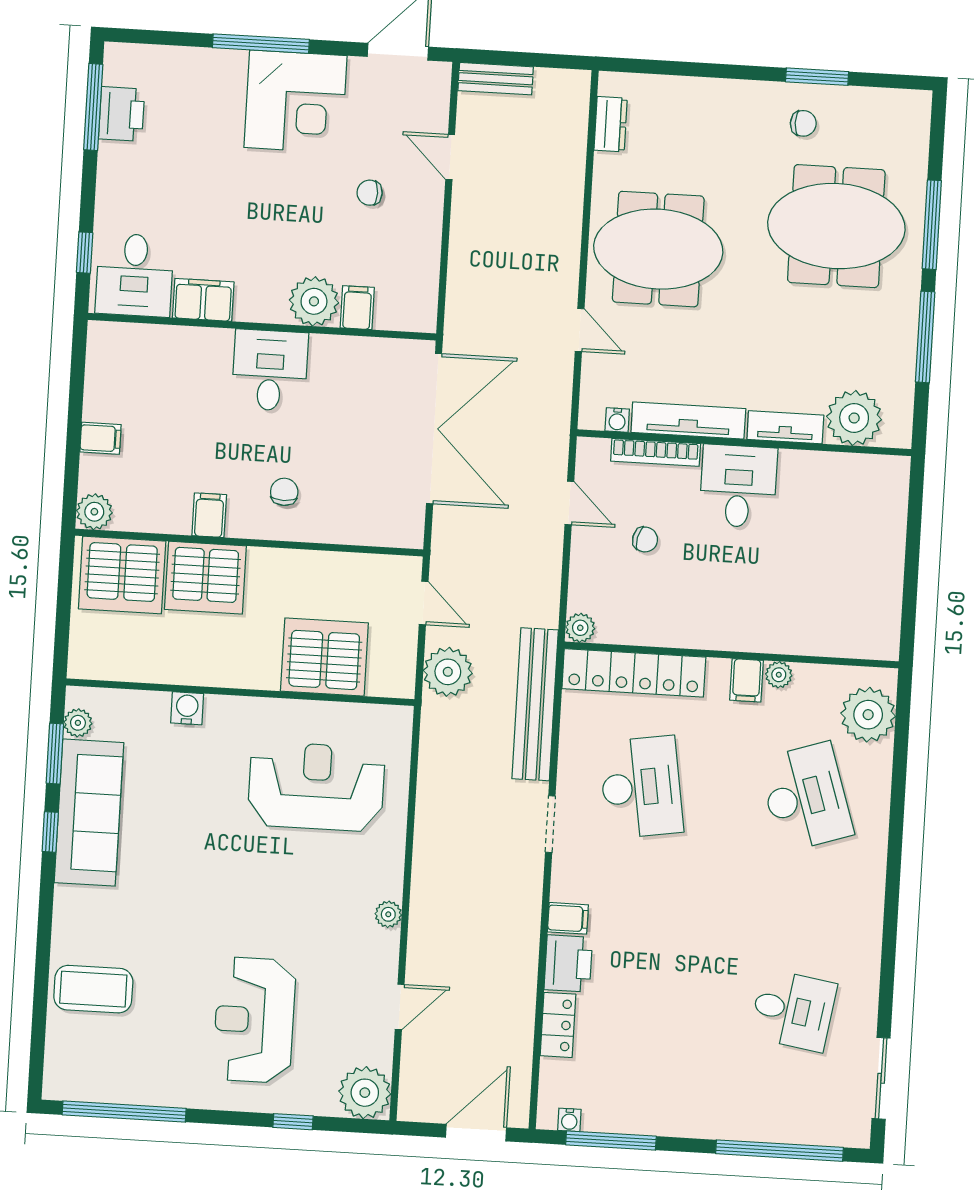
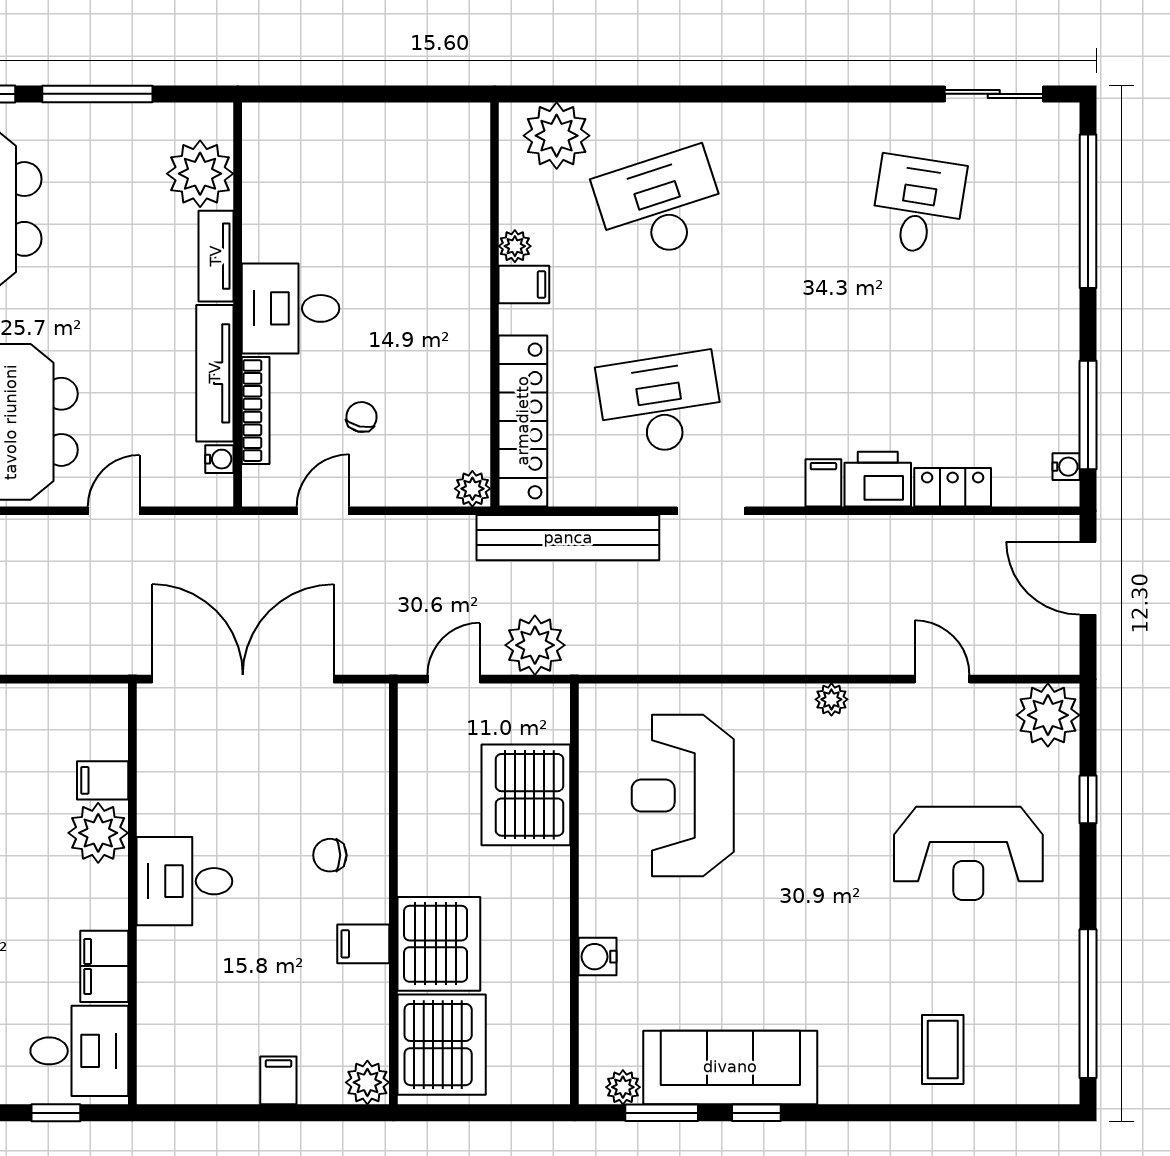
coffee table: (93, 989) -> (943, 1049), width x0.73, depth x0.77

